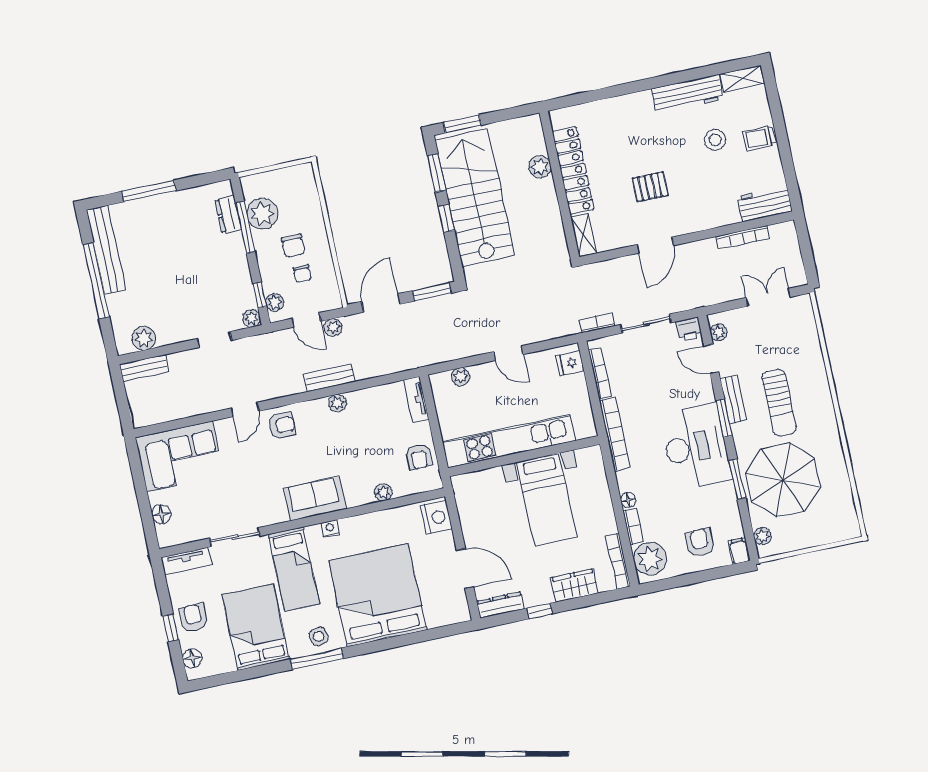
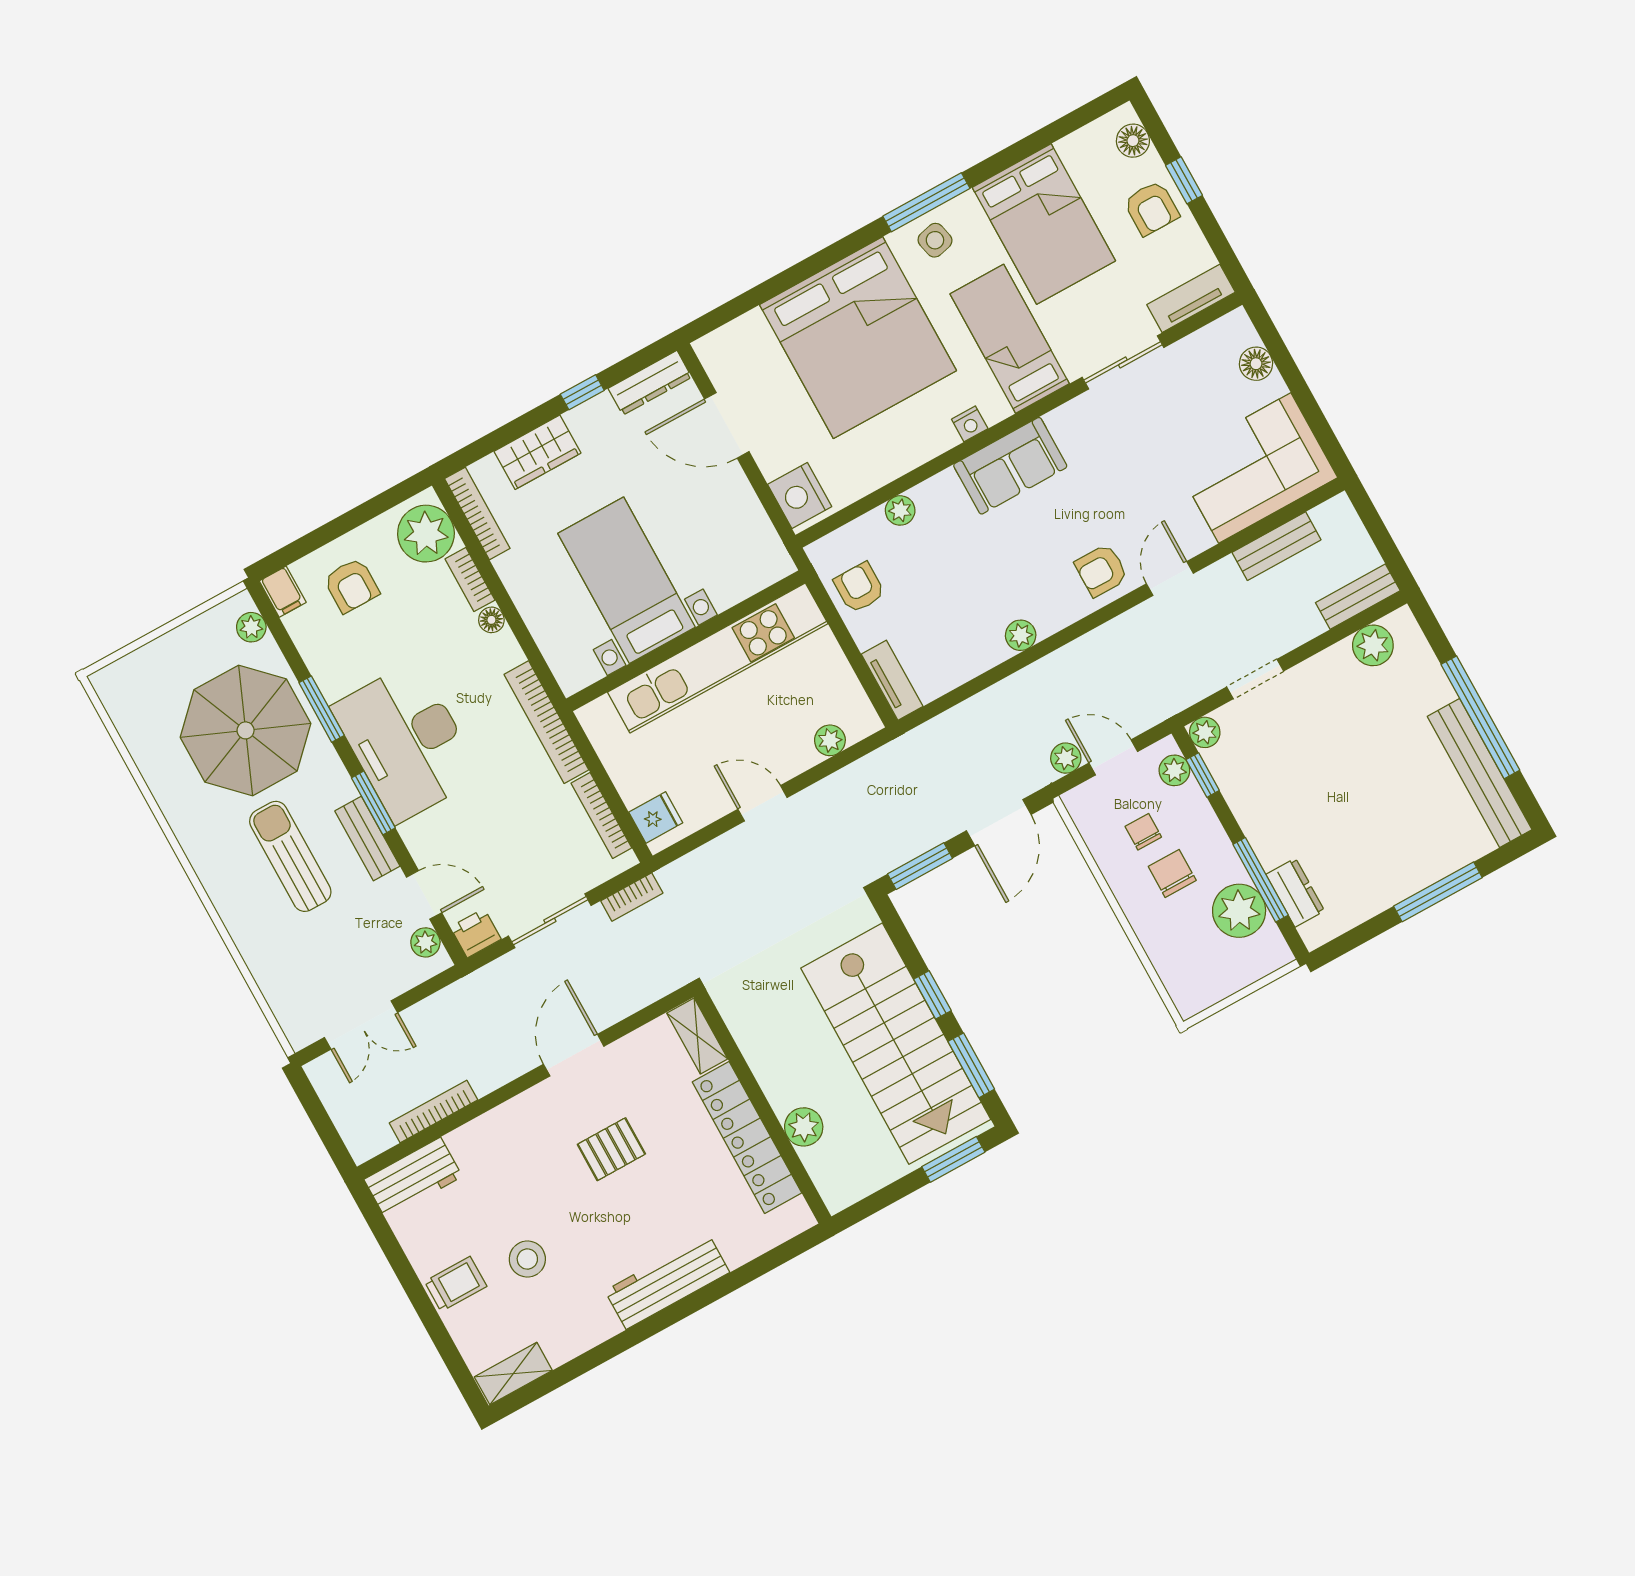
workbench: (687, 94) -> (667, 1282), moved
bench: (329, 378) -> (1277, 546), moved

